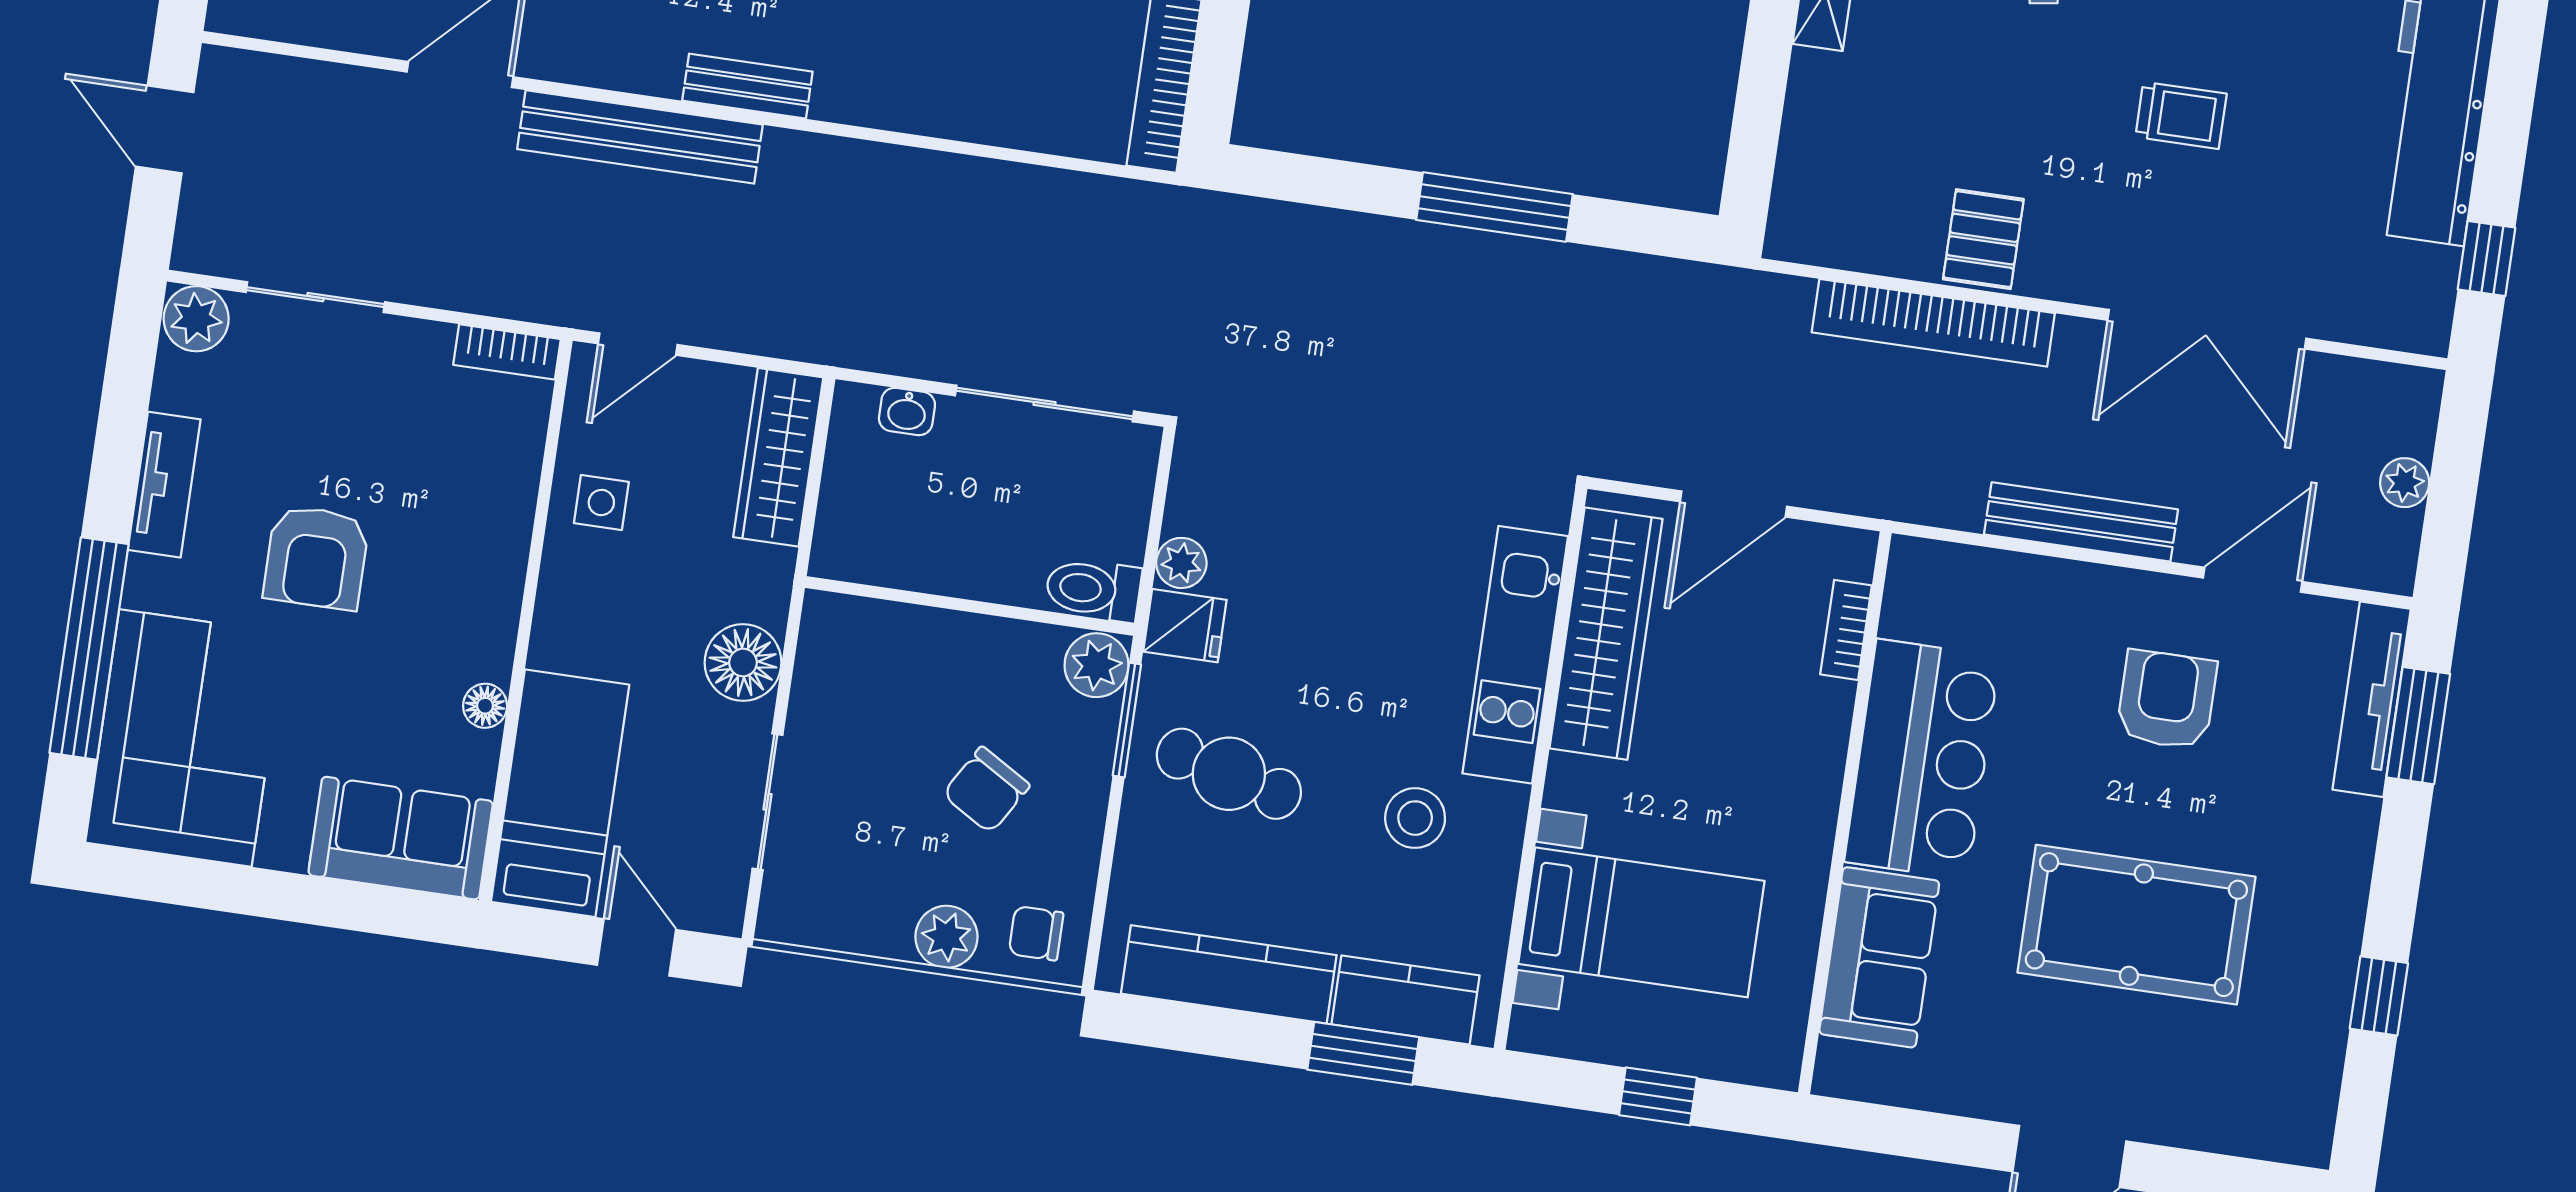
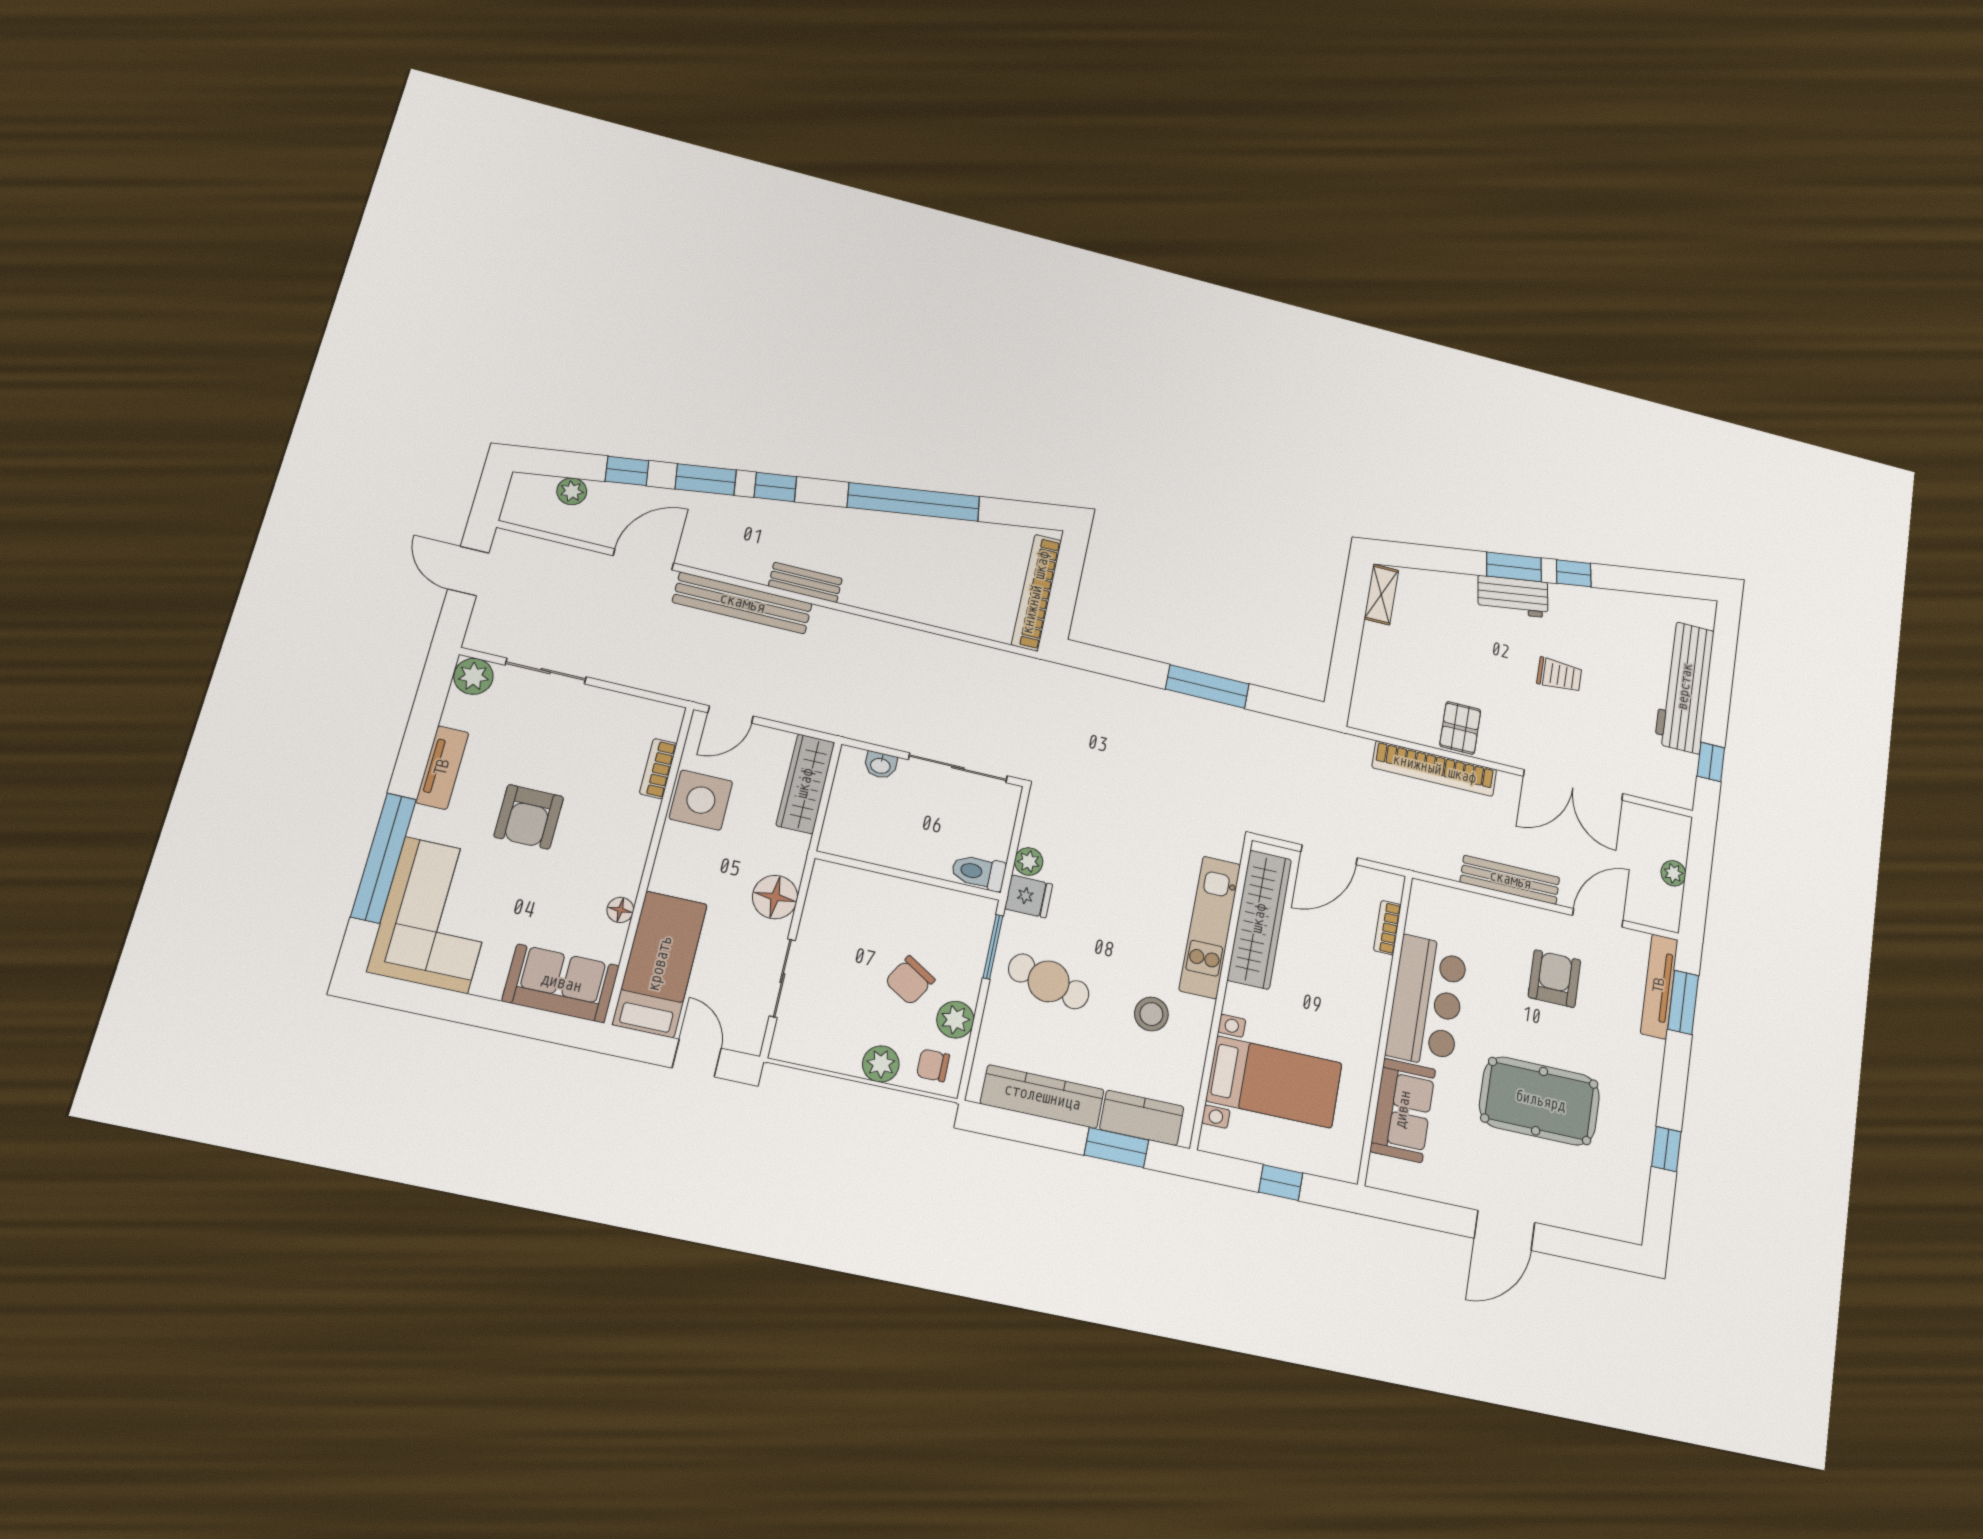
bookcase: (507, 352) -> (658, 769), moved, turned 90
side table: (601, 502) -> (701, 800), width x1.87, depth x1.87
plant: (1097, 665) -> (955, 1020), moved

